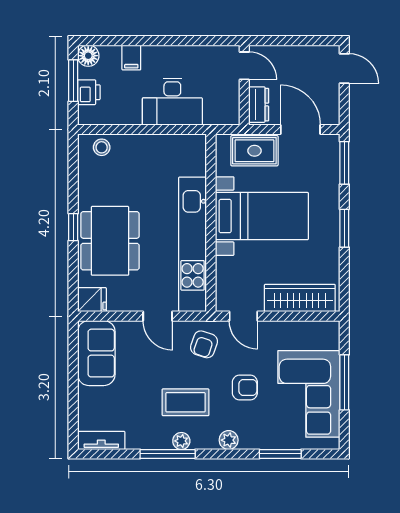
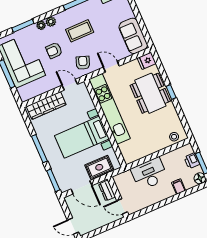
window: (344, 228) -> (39, 149), width x1.44
plant: (181, 441) -> (41, 25), moved

